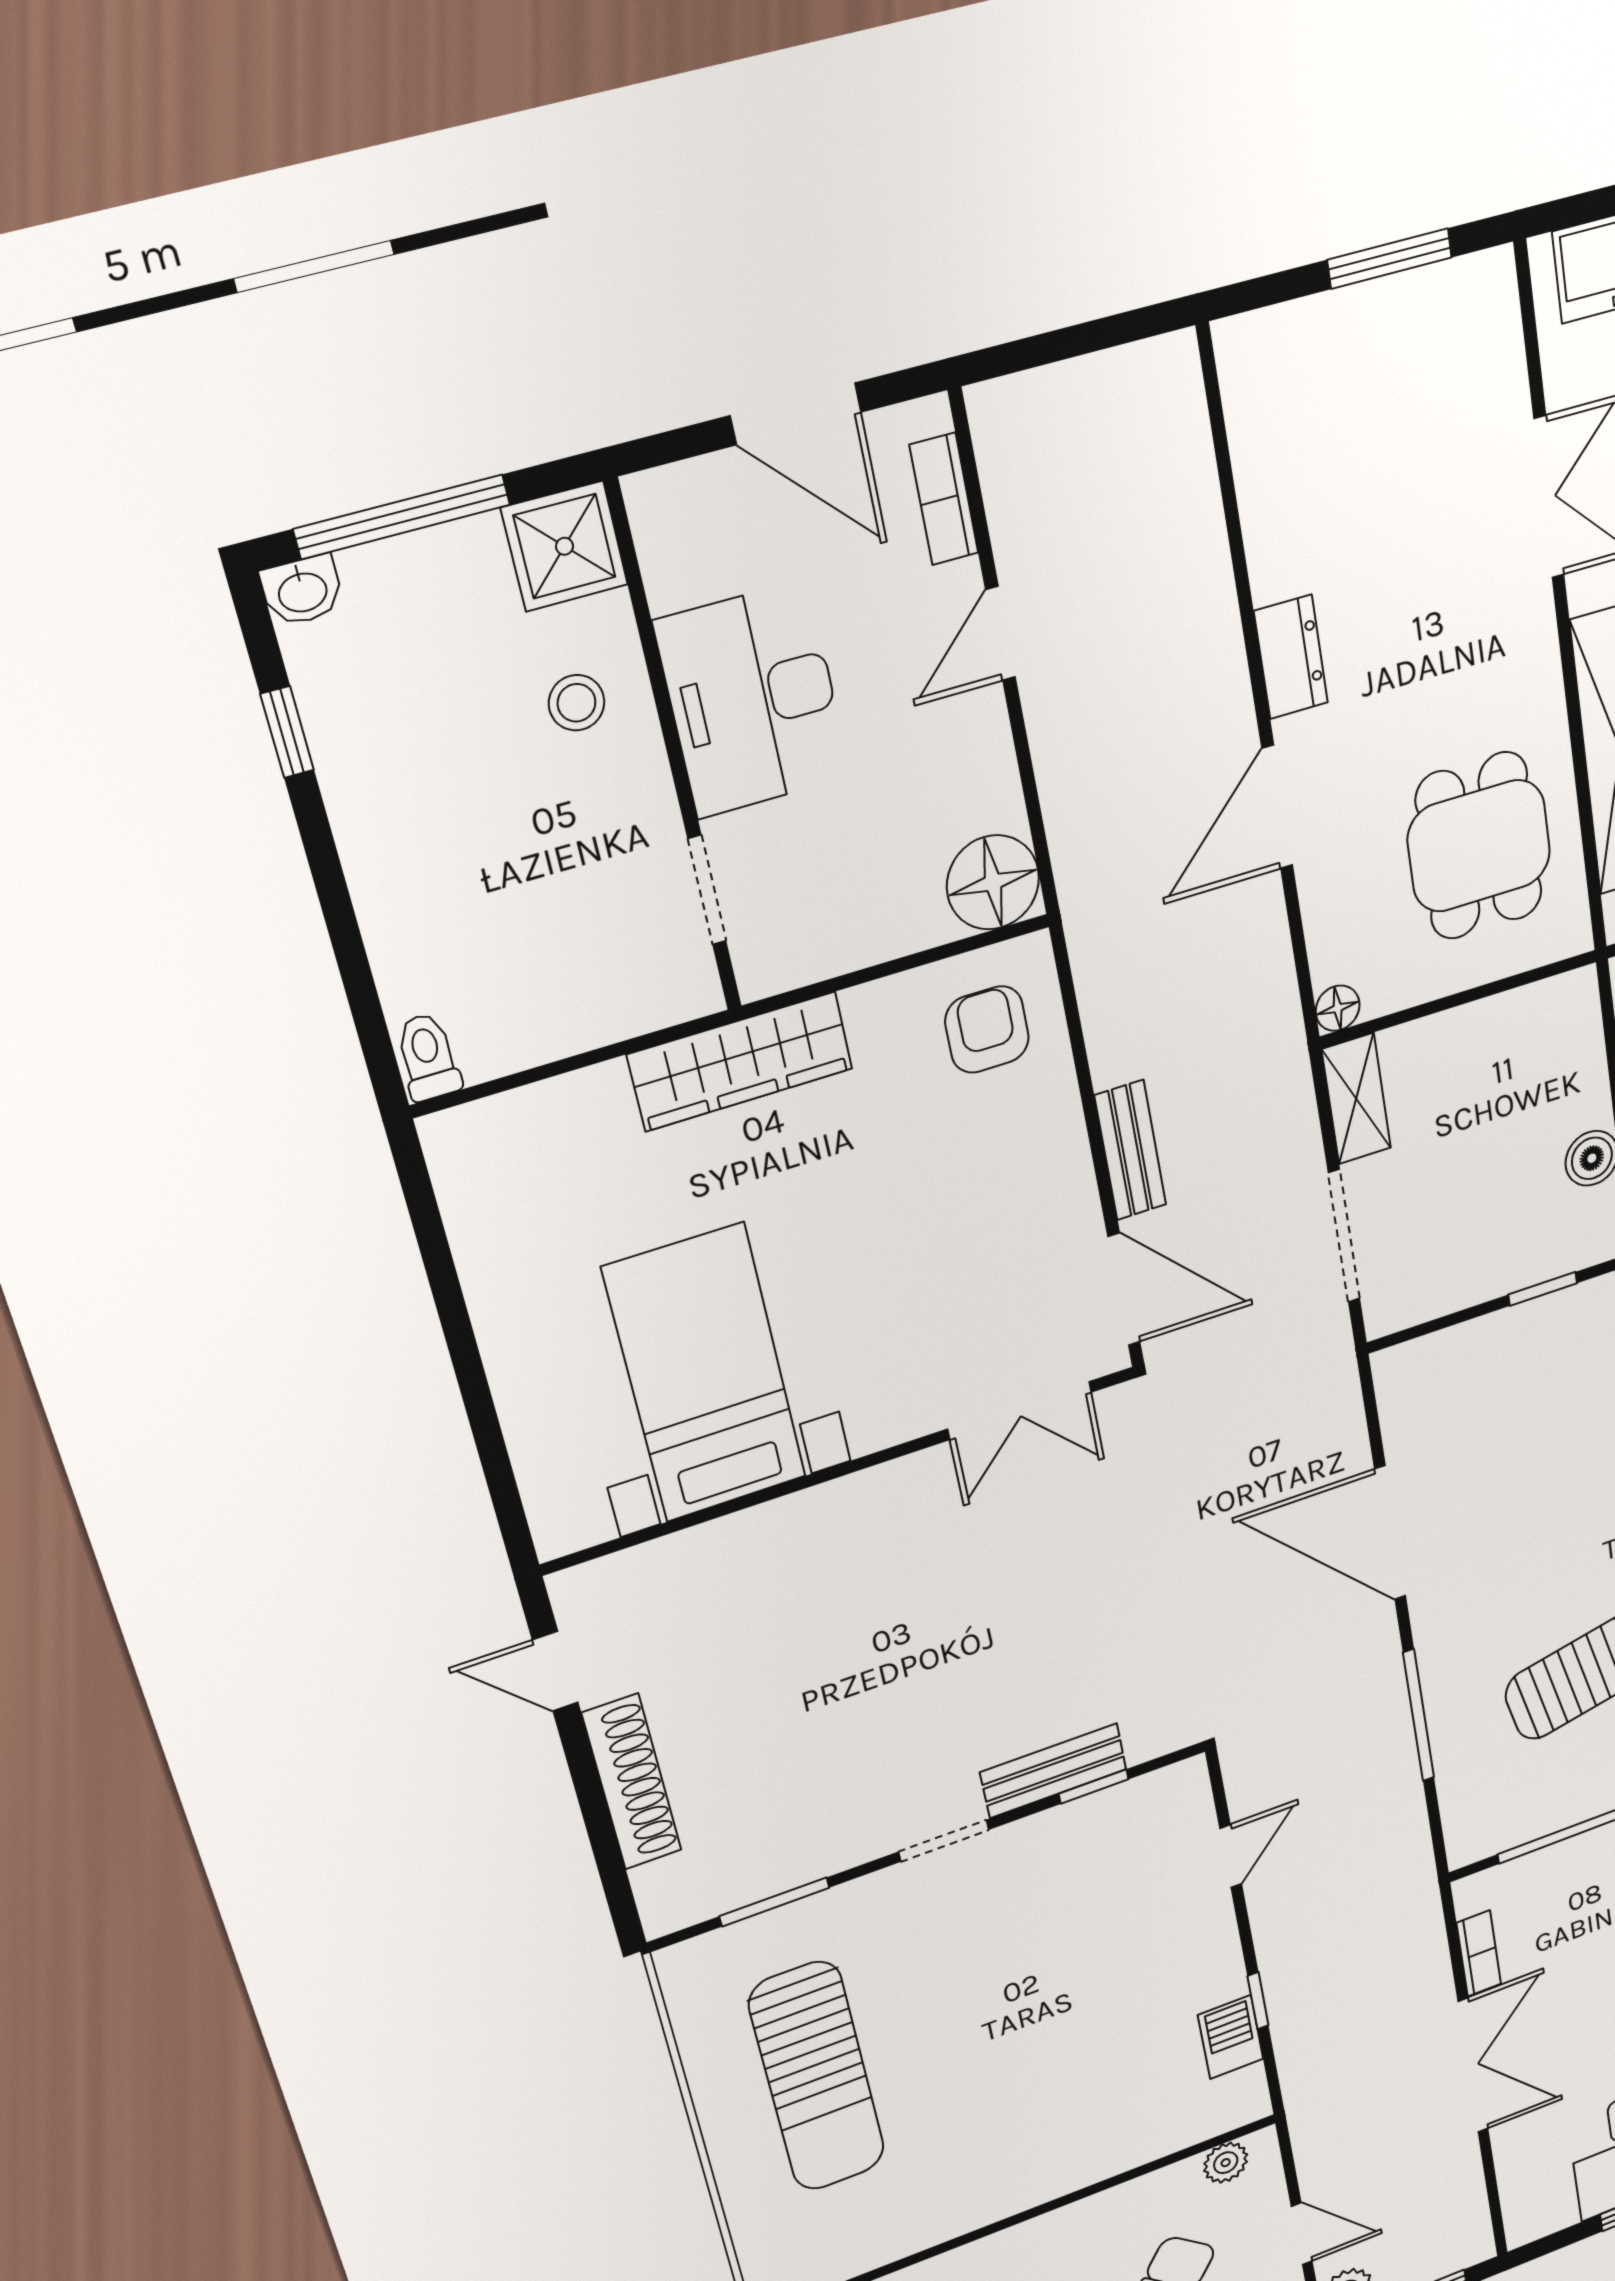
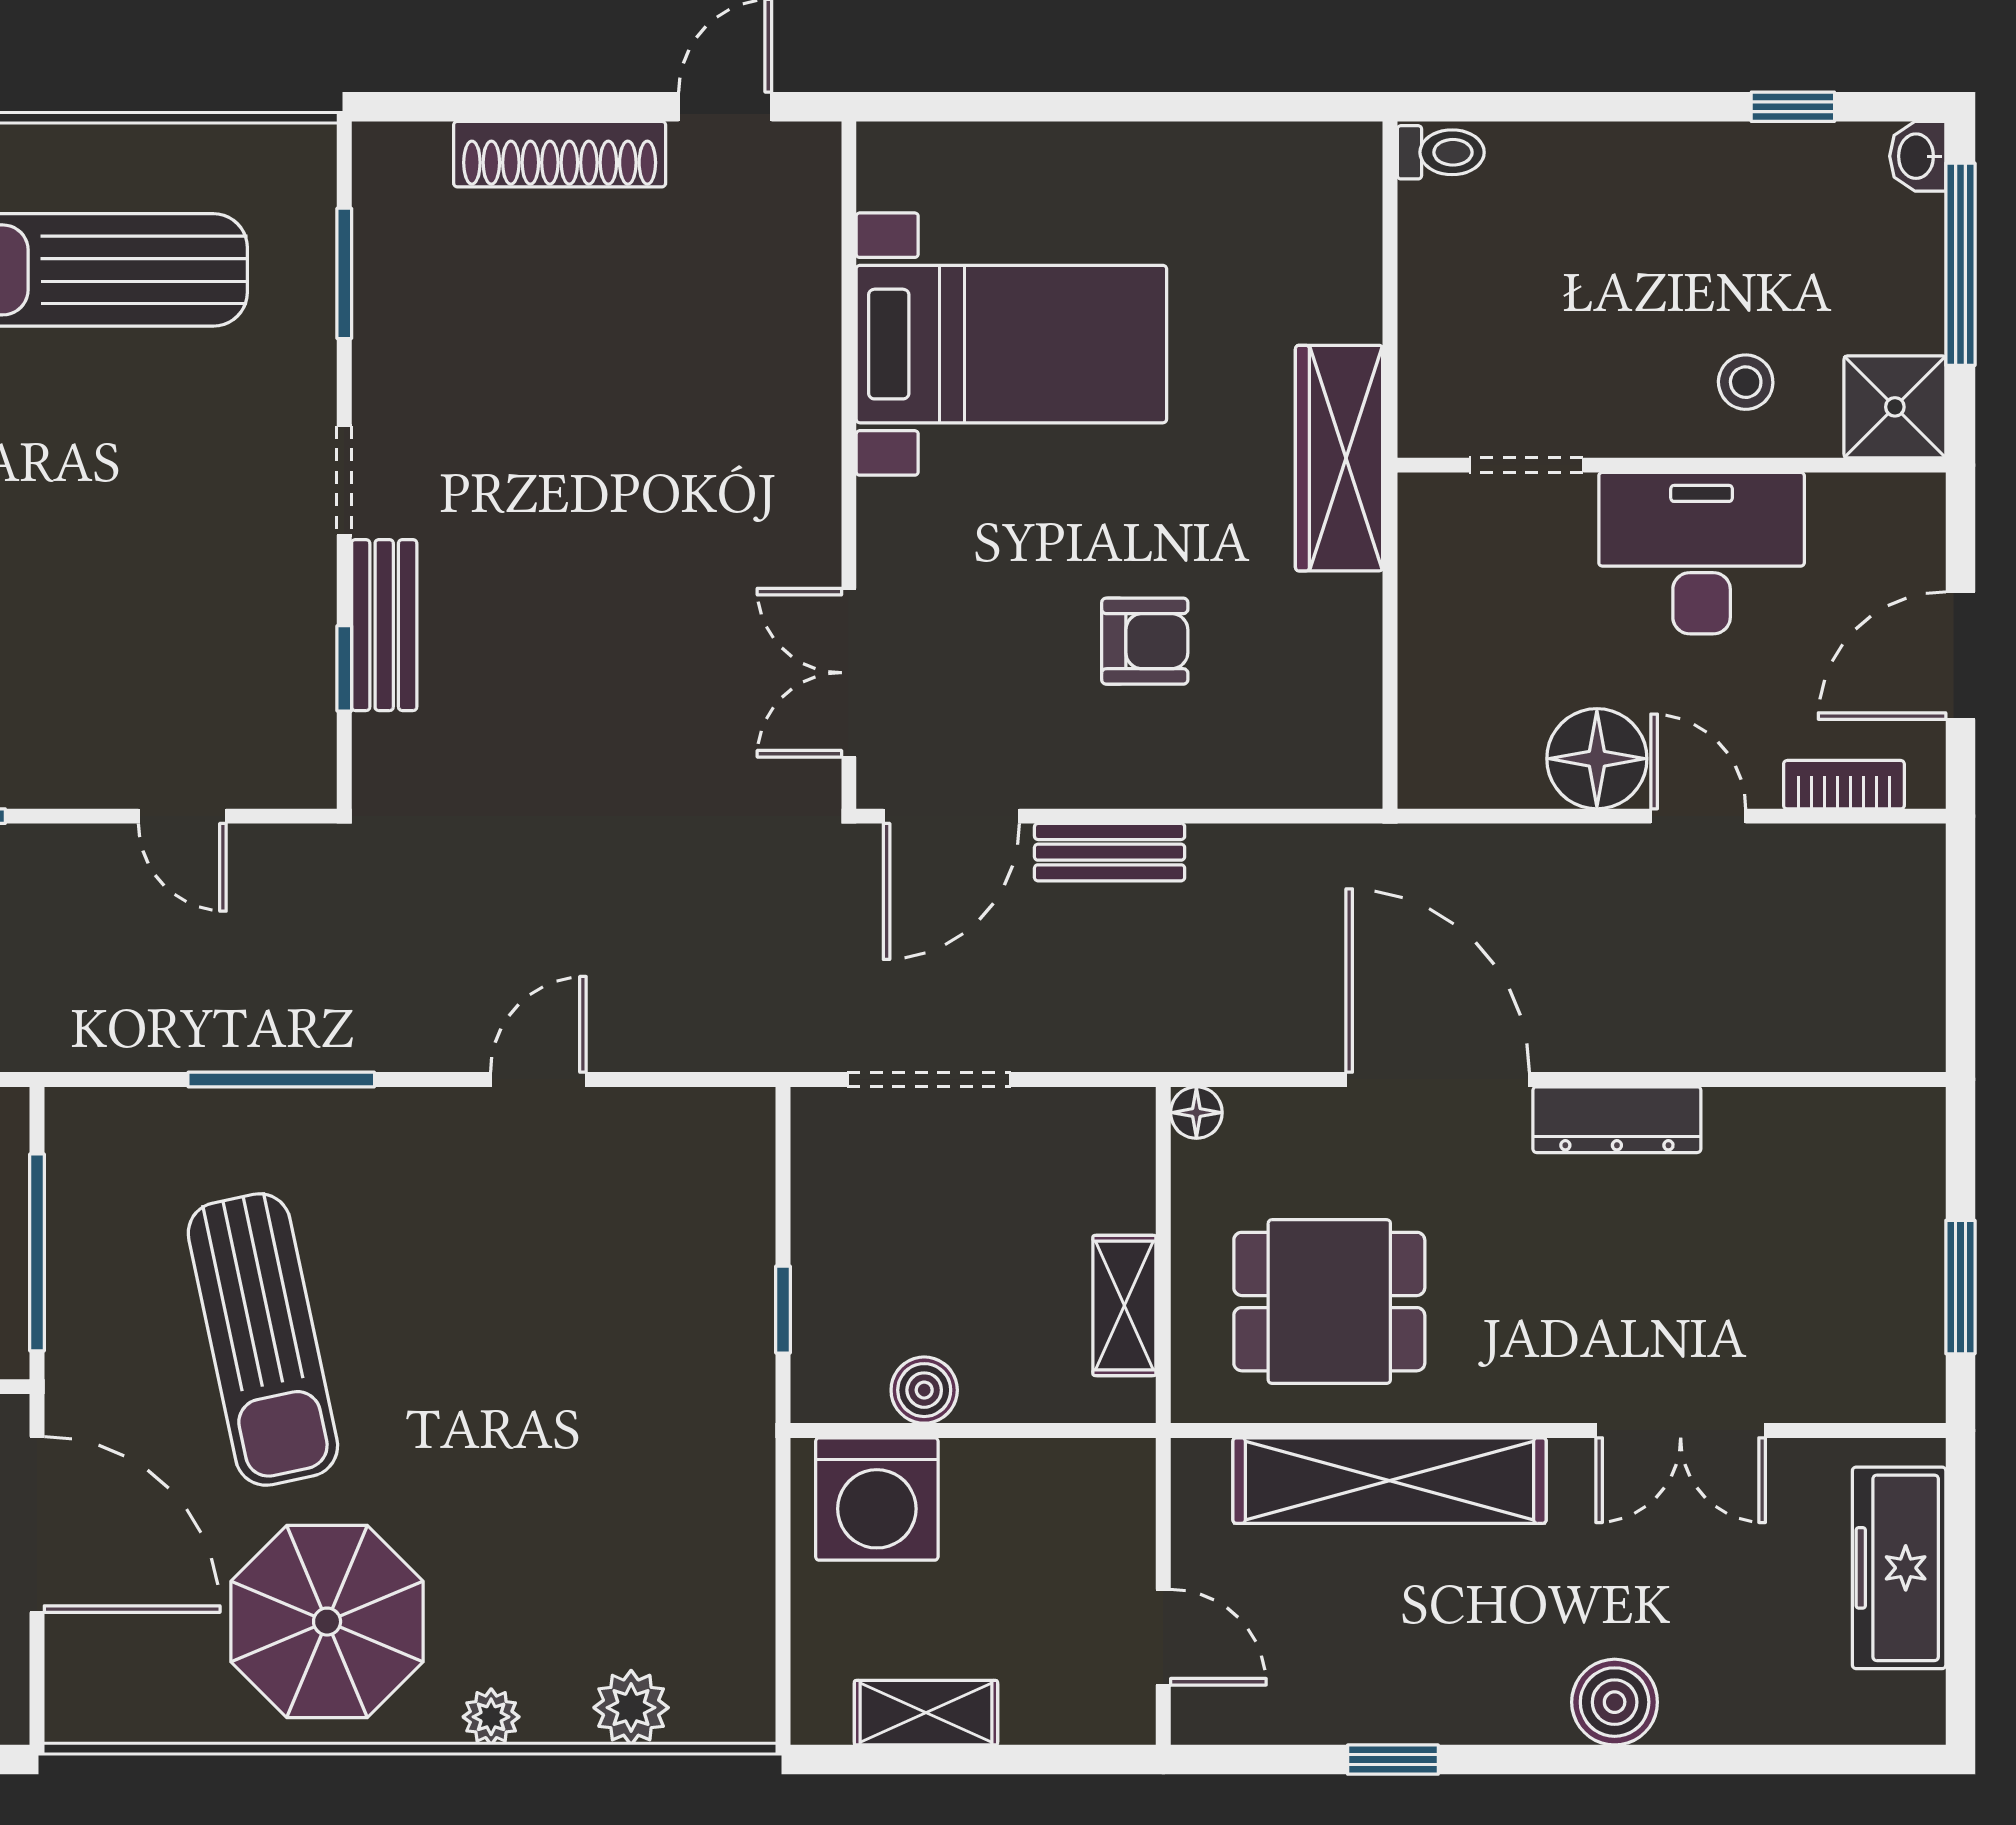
dresser: (1291, 657) -> (1617, 1120), width x1.44
door: (1277, 807) -> (1438, 1079), width x1.36
floor lamp: (993, 882) -> (1597, 759), moved
armchair: (987, 1029) -> (1145, 641), moved
shelving: (1356, 1099) -> (1124, 1305), moved, turned 90
door: (1390, 1533) -> (538, 1079), width x0.53

